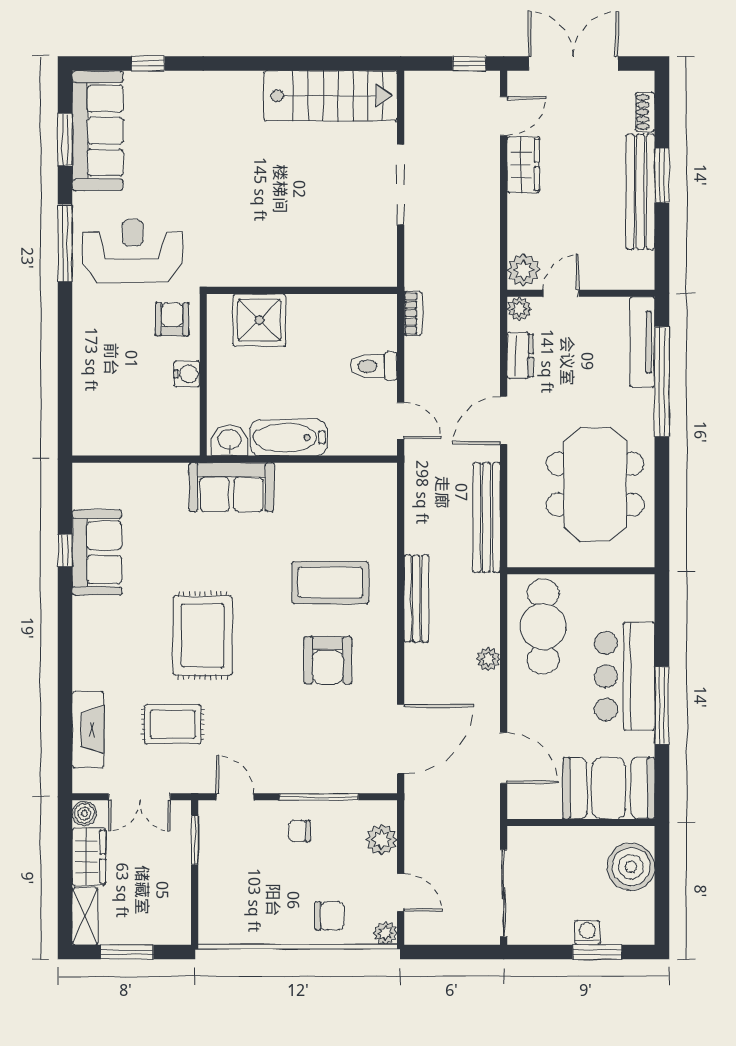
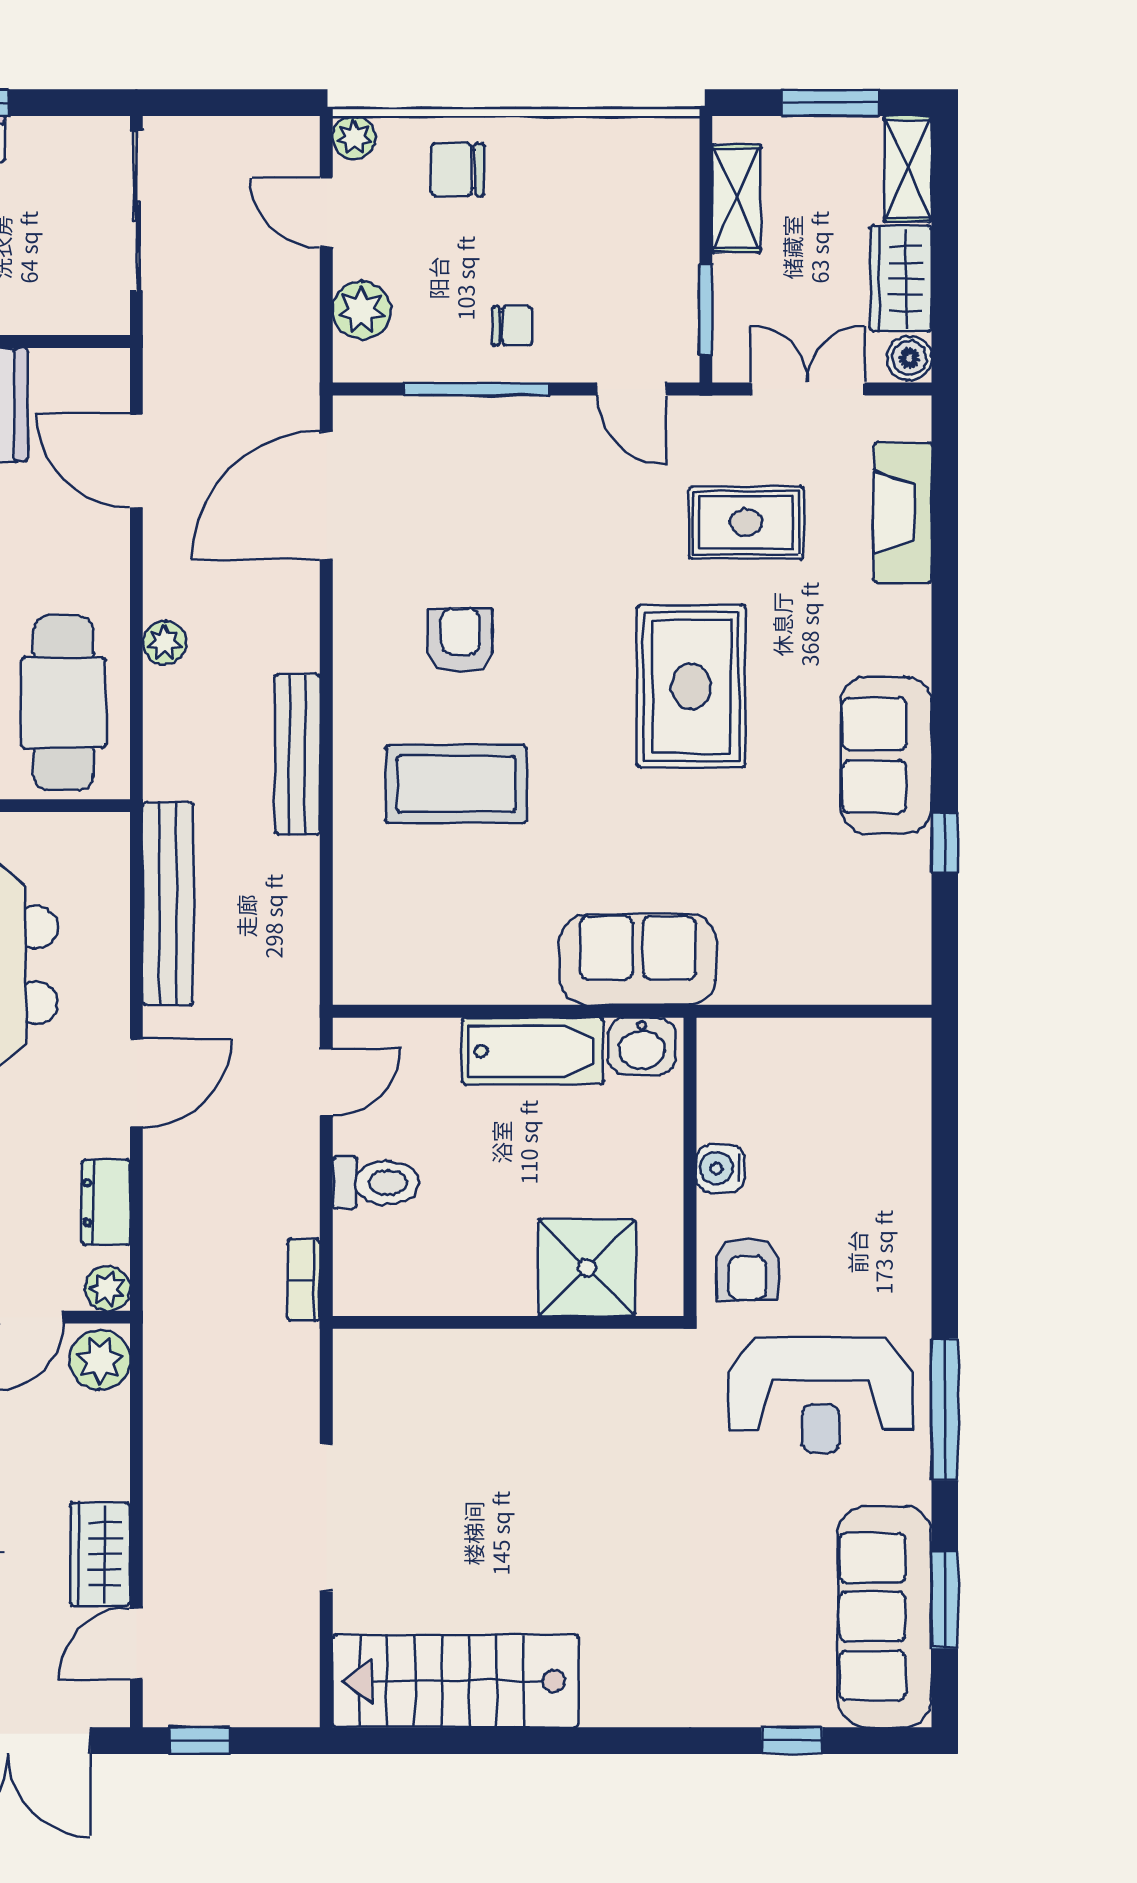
door: (401, 421) -> (326, 1082), swing flipped
sofa: (97, 553) -> (886, 755), moved
armchair: (328, 660) -> (460, 641), width x0.72, depth x0.72
shelving: (178, 900) -> (736, 198), added

